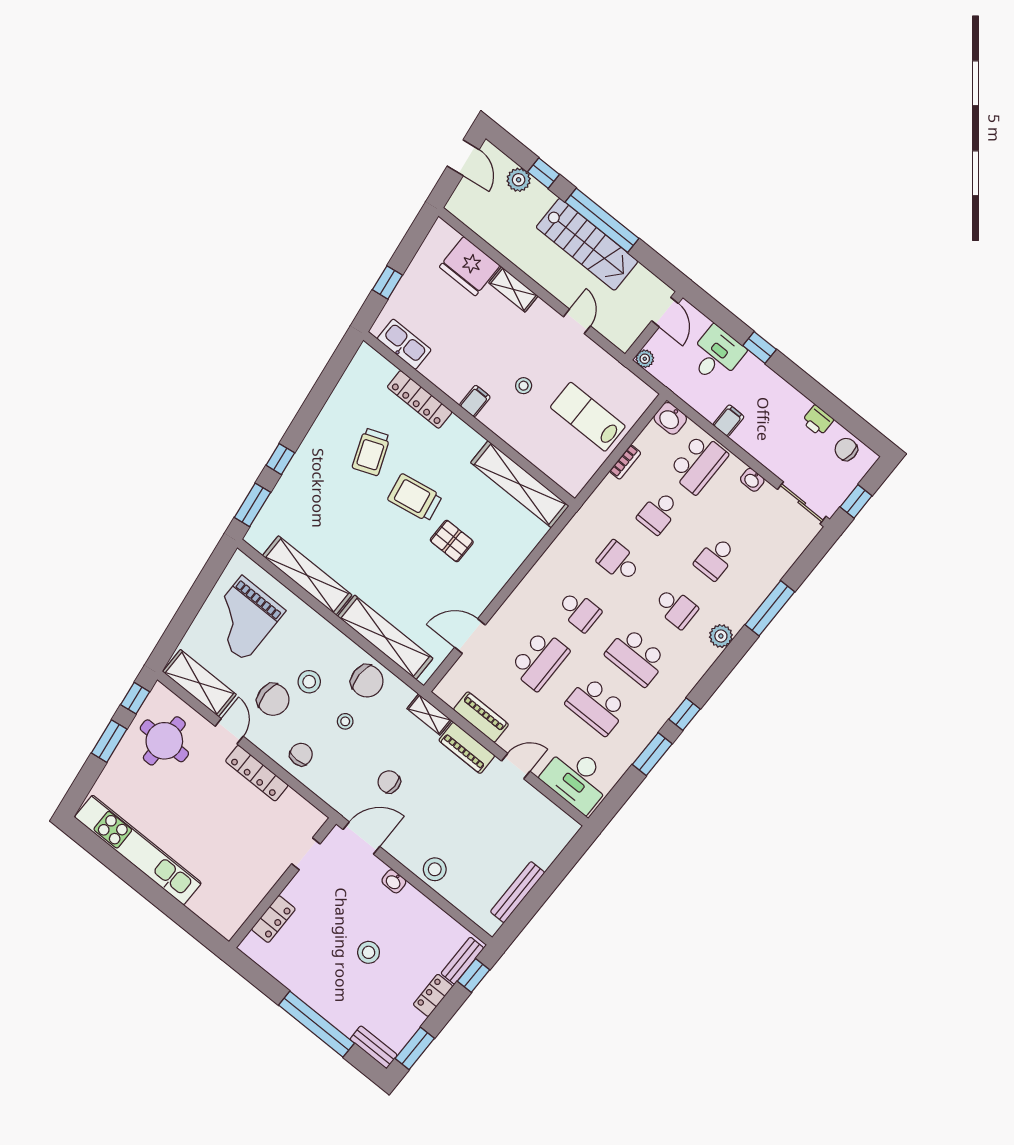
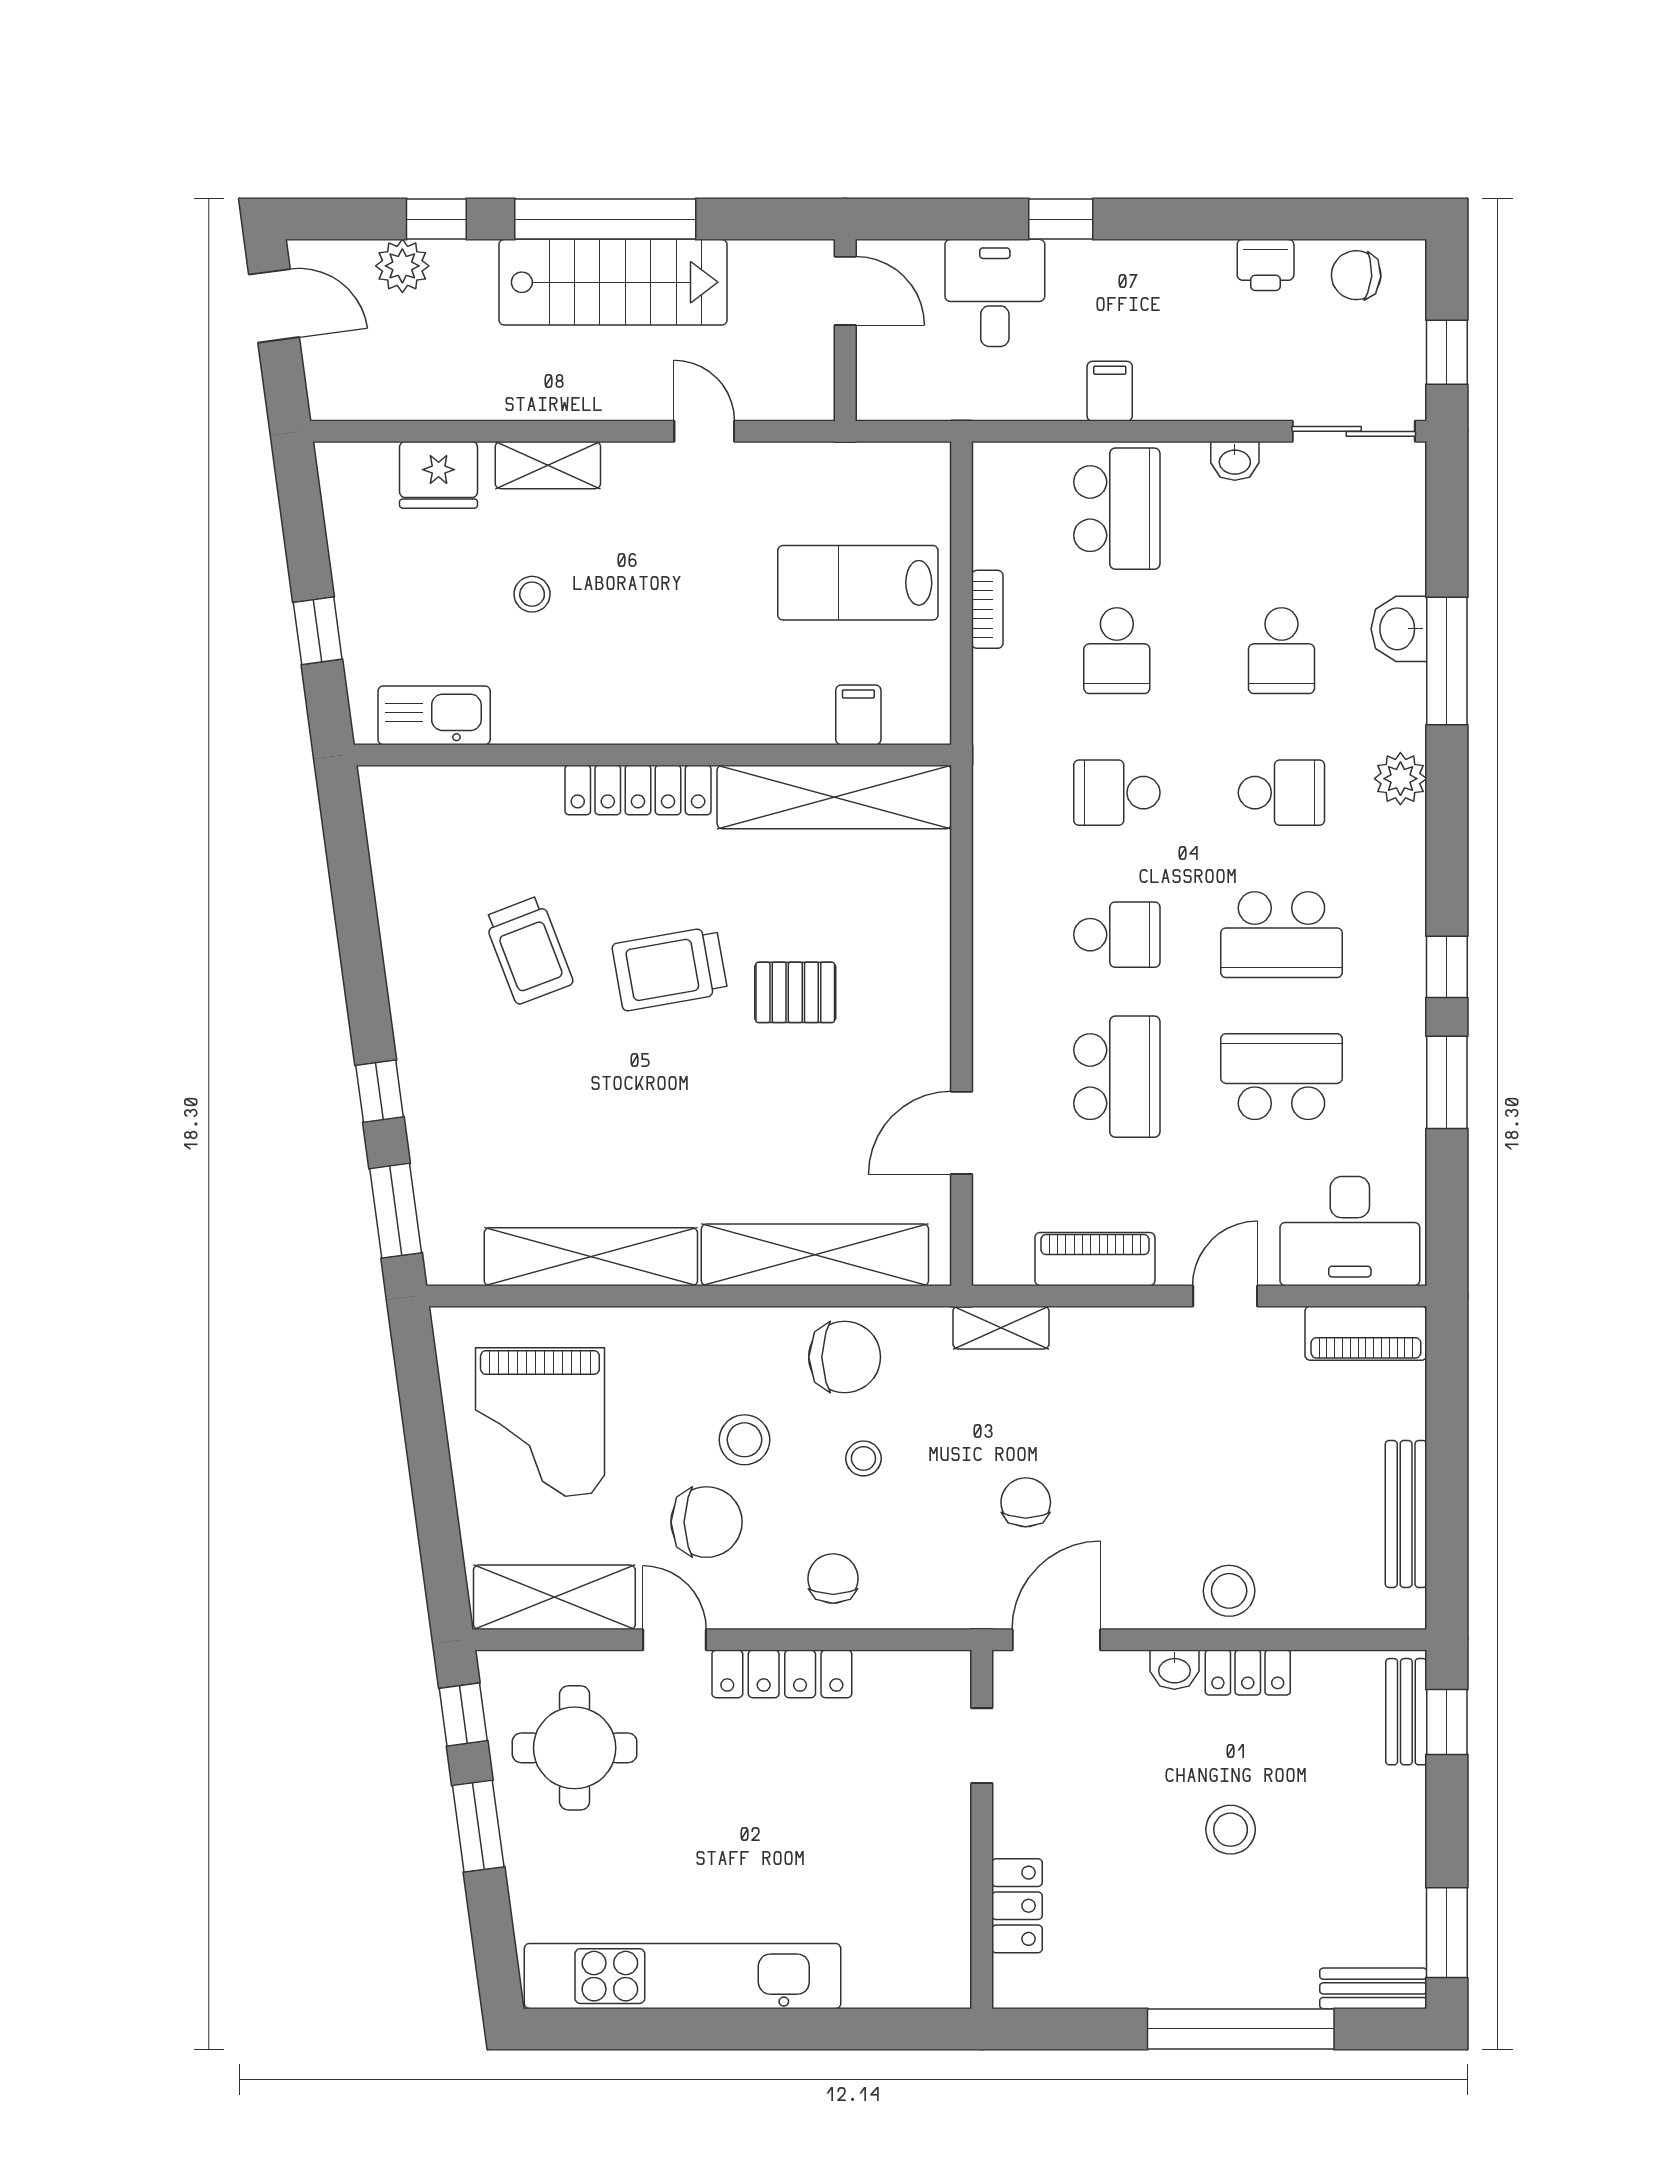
fridge: (470, 266) -> (439, 475), width x0.73, depth x0.75
plant: (645, 359) -> (876, 401), removed
stool: (524, 386) -> (532, 594), moved
locker: (420, 399) -> (638, 790), moved
filing cabinet: (475, 401) -> (858, 715), moved
washbasin: (670, 418) -> (1399, 629), moved, turned 90
school desk: (596, 706) -> (1281, 1077), turned 180
piano: (467, 748) -> (1366, 1333), moved
chair: (389, 782) -> (1026, 1502), turned 90
locker: (433, 995) -> (1248, 1672), moved, turned -90

